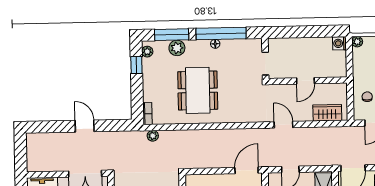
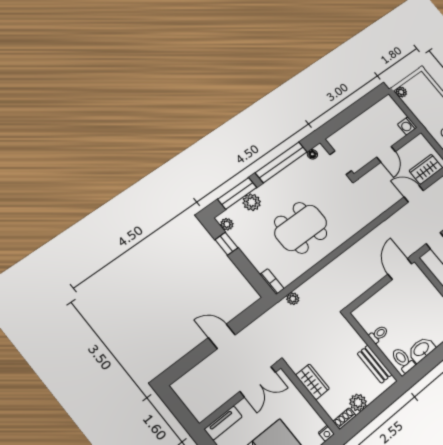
washing machine: (340, 43) -> (407, 126), moved
floor lamp: (215, 44) -> (312, 154), moved
dining table: (198, 90) -> (301, 228), turned 90
door: (283, 125) -> (414, 194), moved

